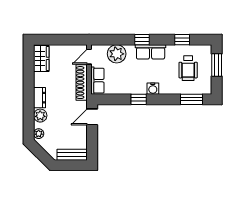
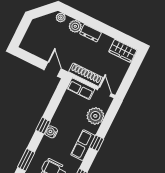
window: (139, 99) -> (43, 126), moved
bench: (72, 155) -> (29, 37), removed

